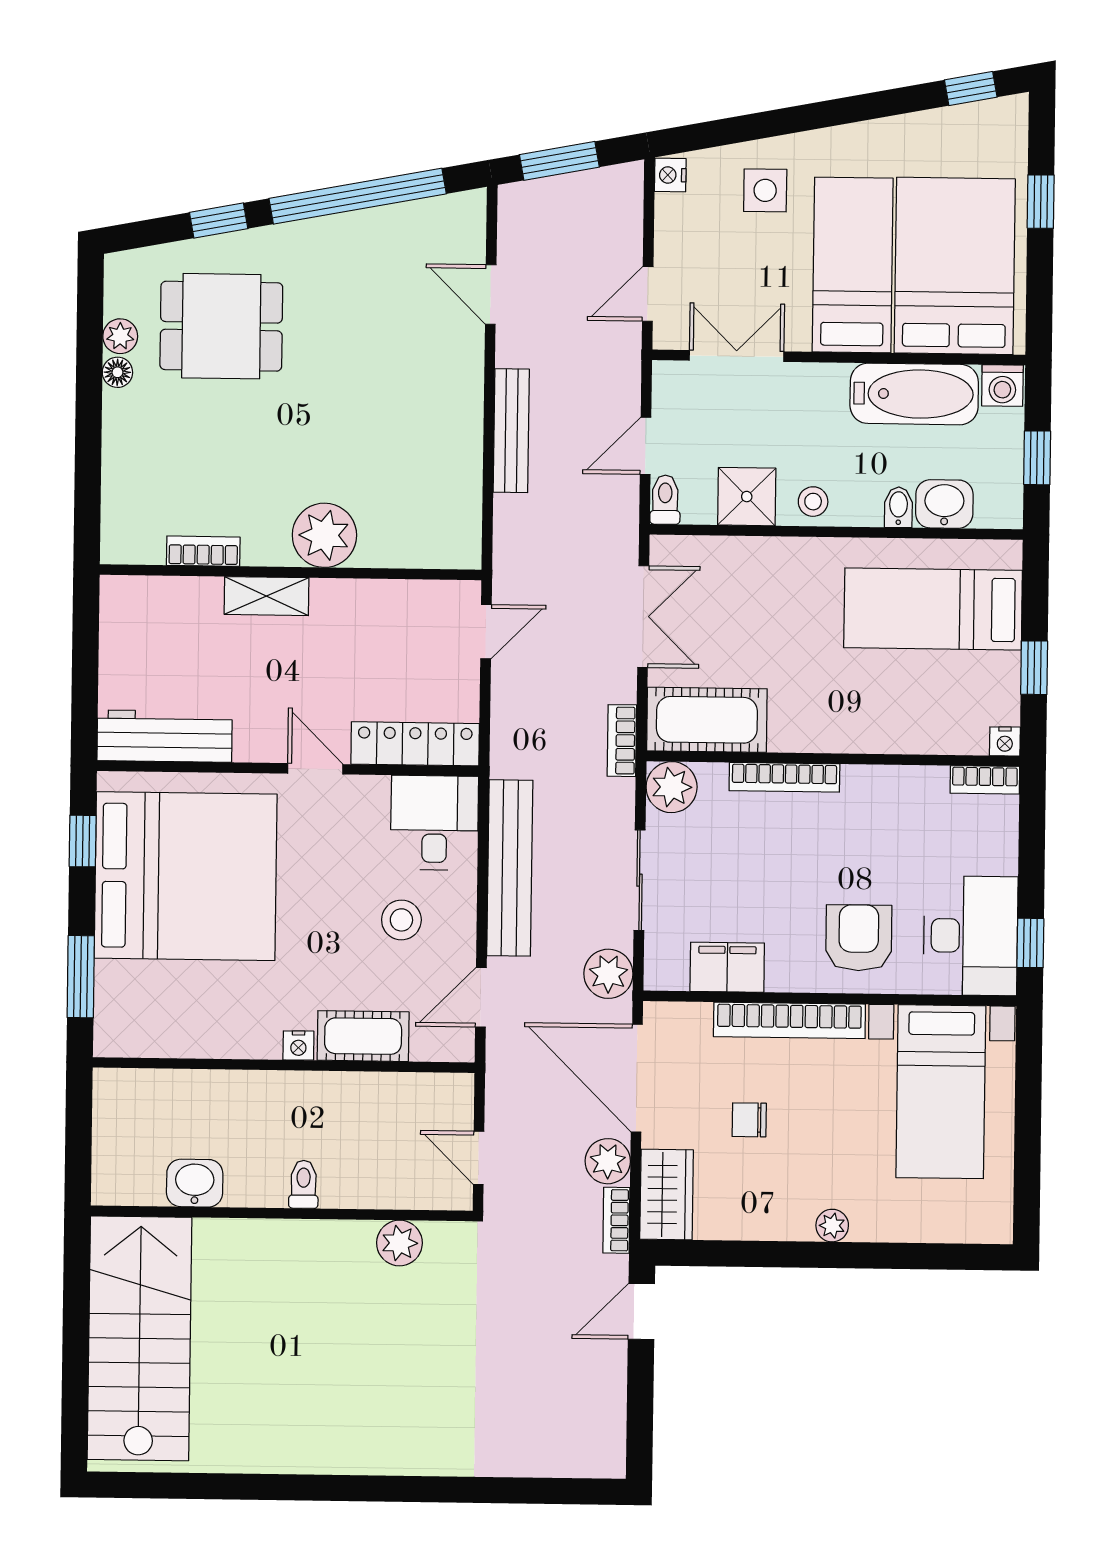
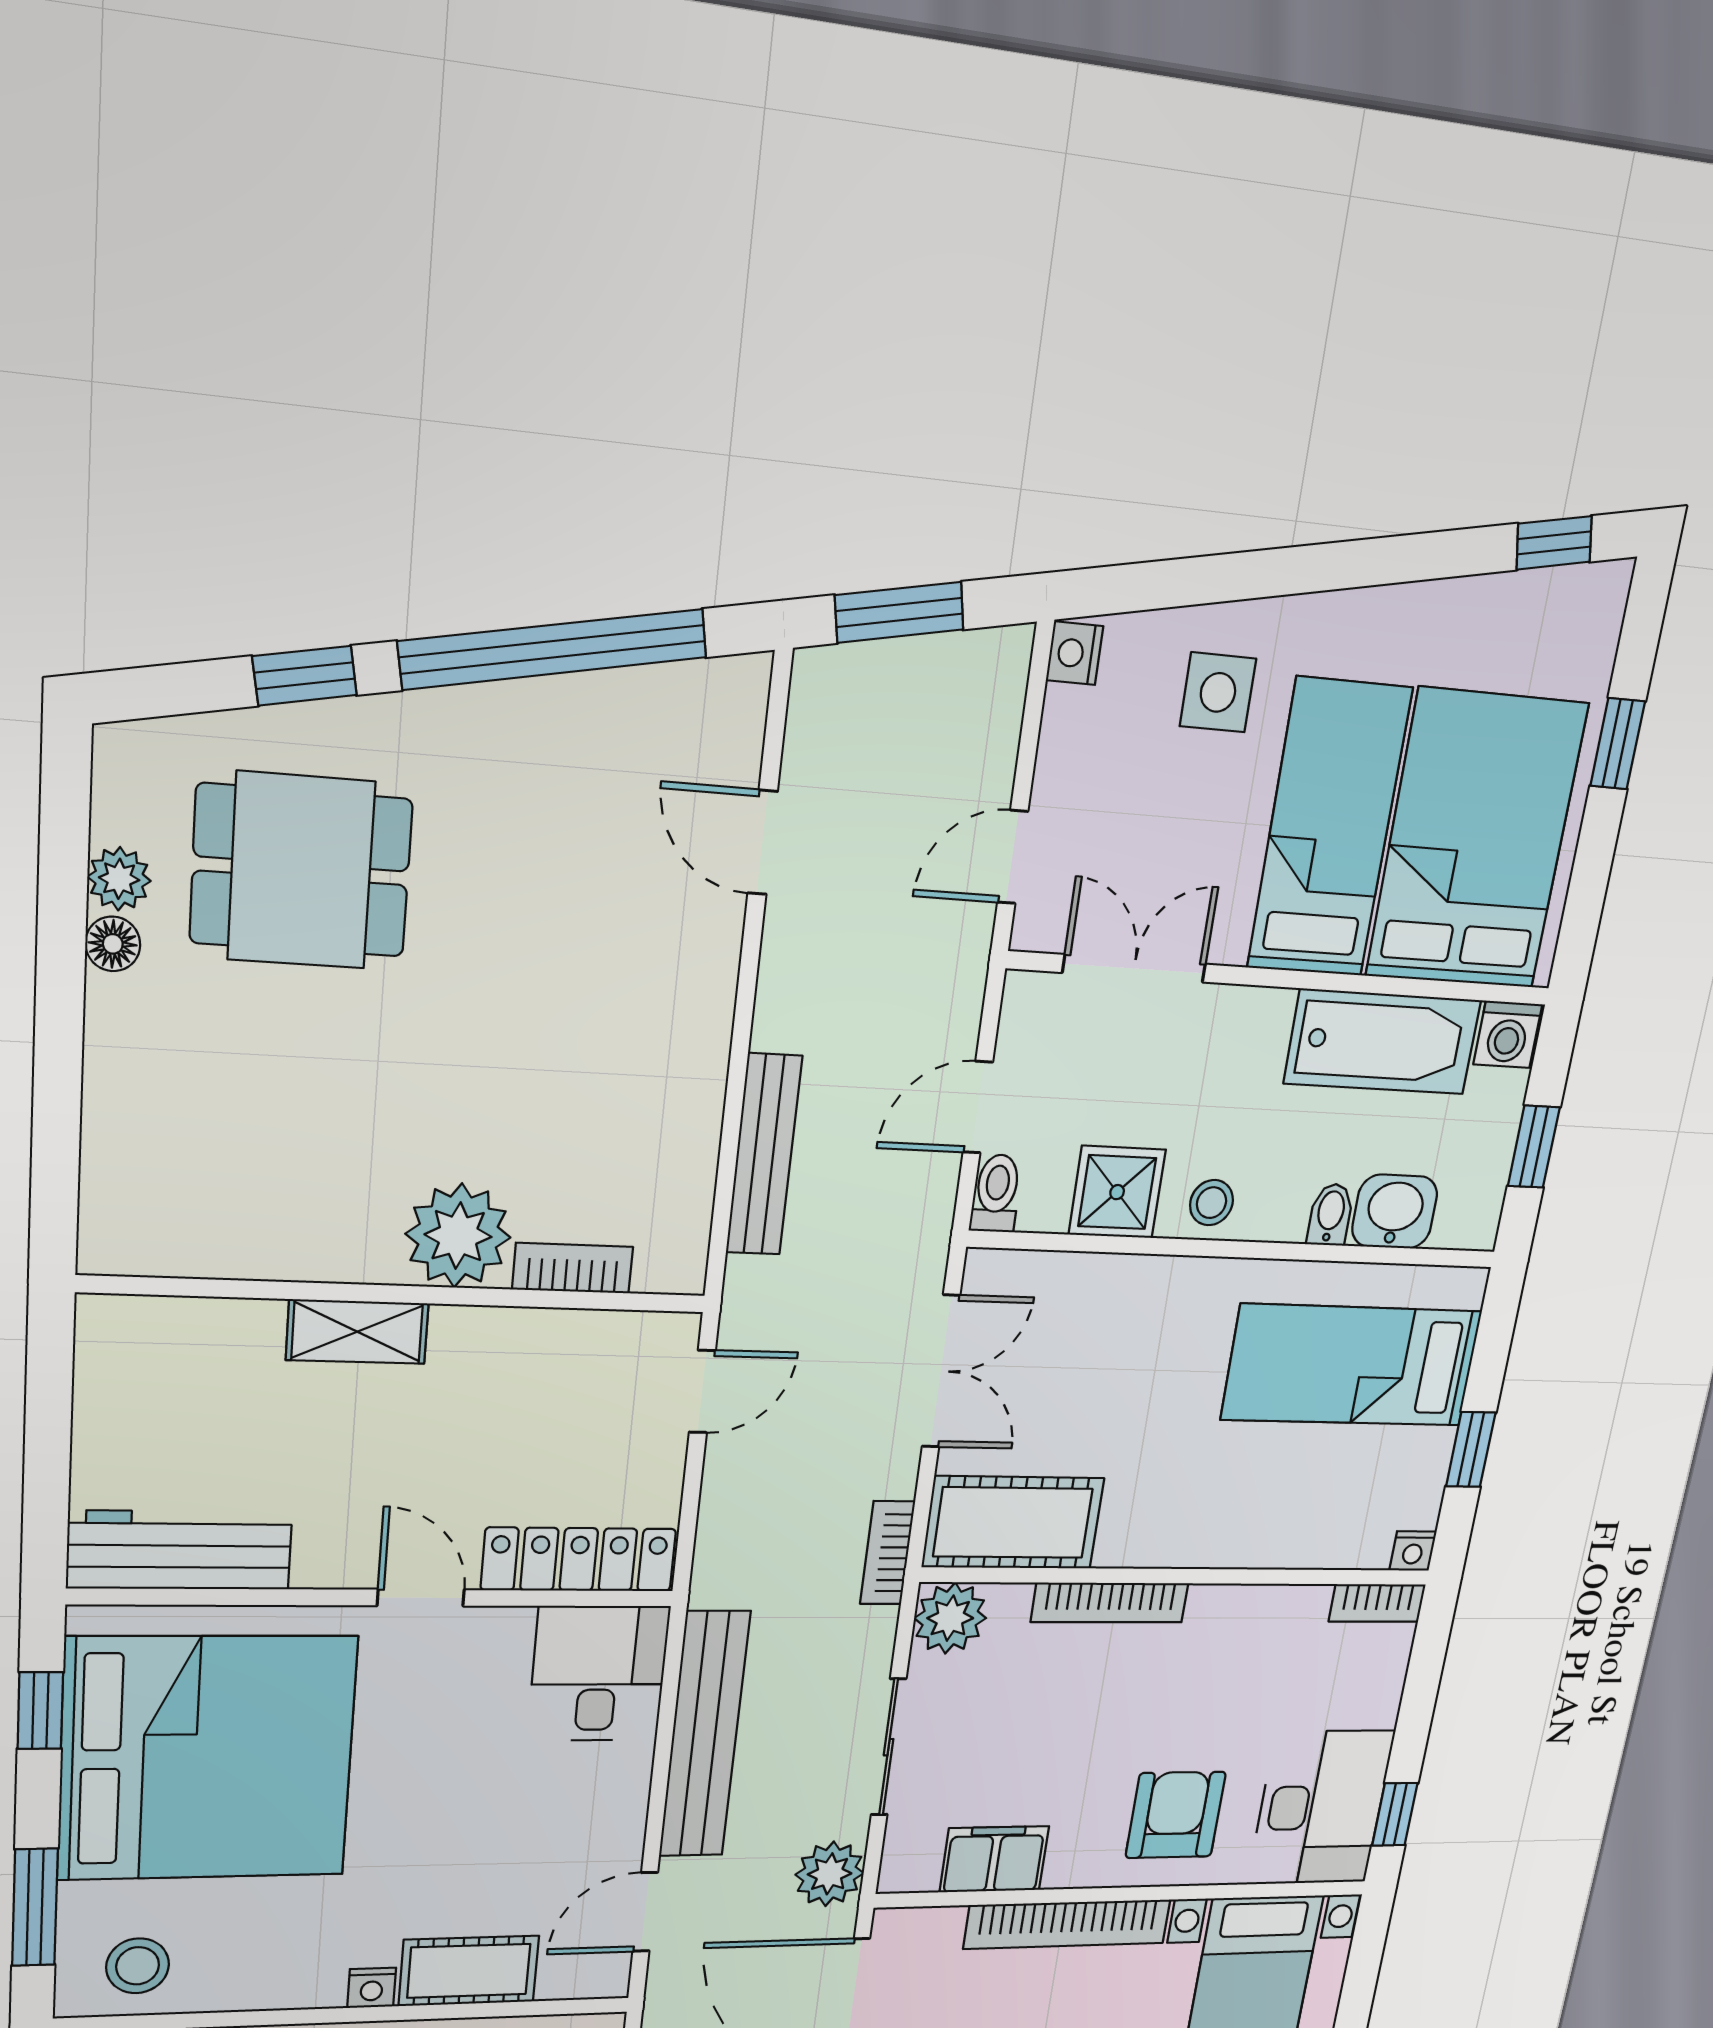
bench: (511, 431) -> (764, 1155), moved
bookcase: (203, 551) -> (573, 1268), moved
stool: (401, 920) -> (138, 1966), moved

